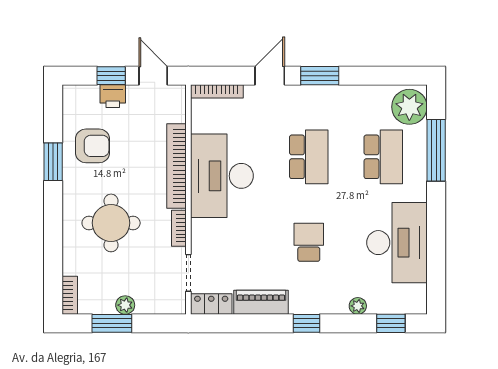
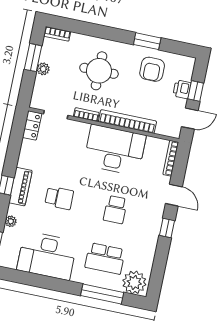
window: (320, 76) -> (167, 228), width x0.67
school desk: (309, 157) -> (115, 210), width x0.54
piano: (261, 302) -> (20, 187), moved

